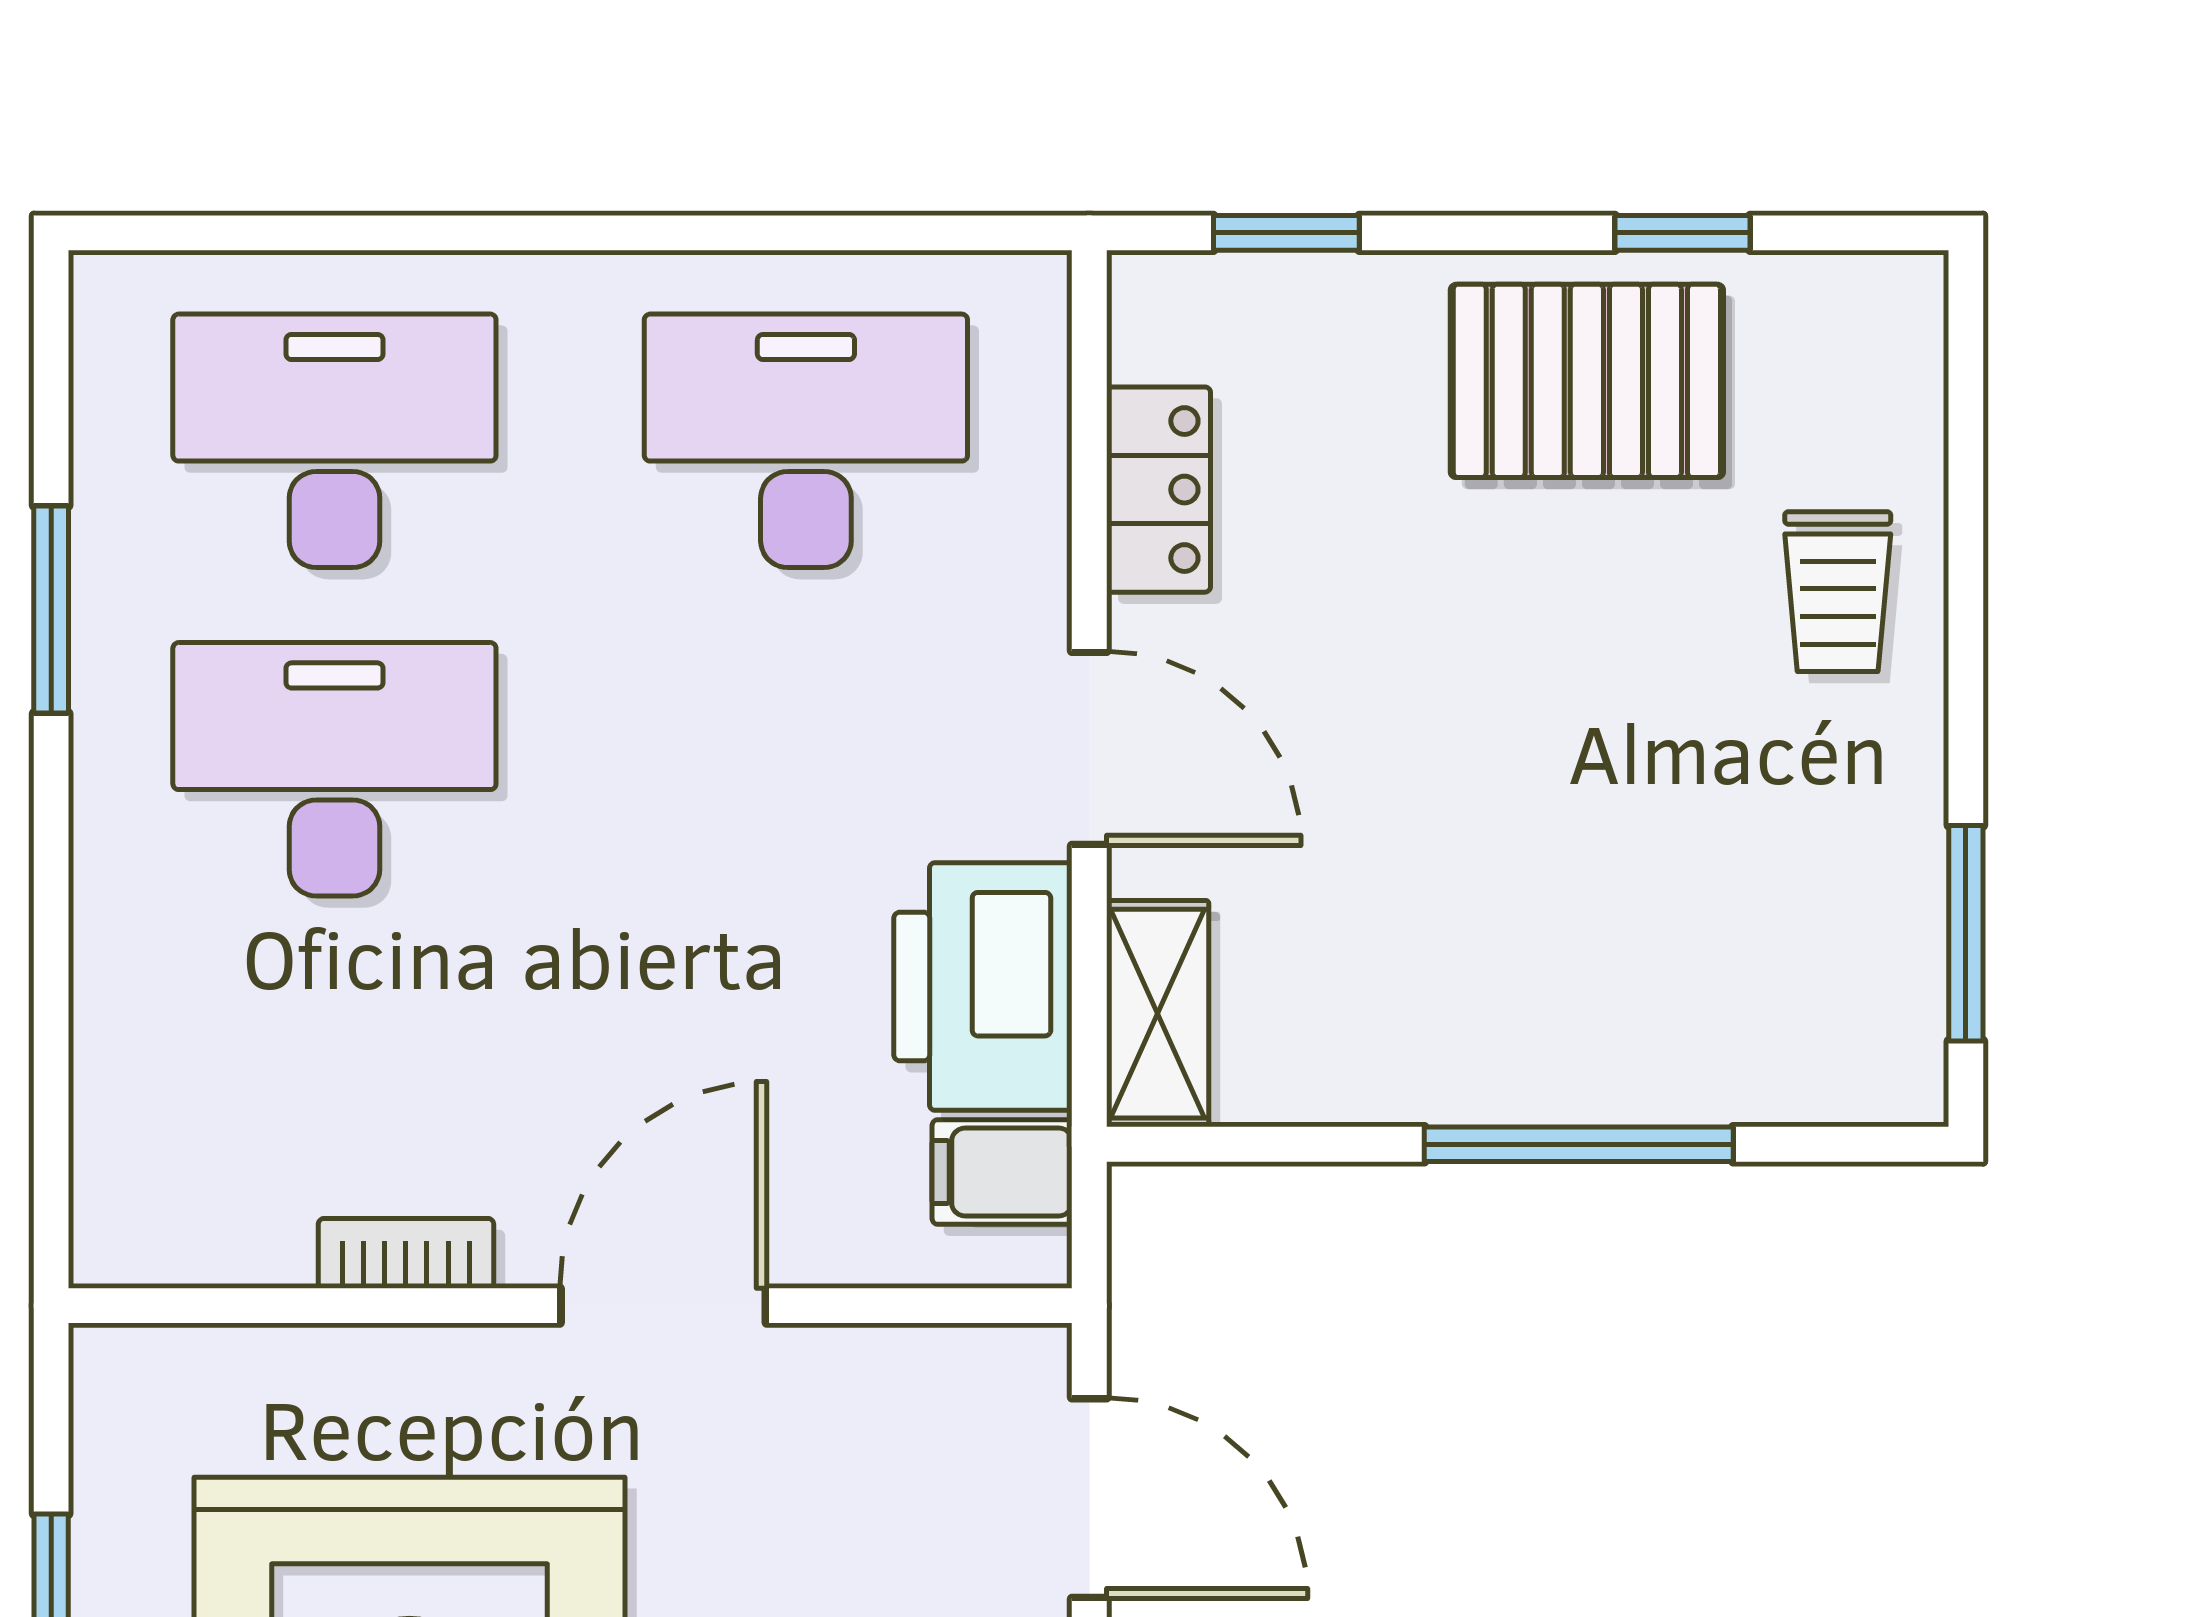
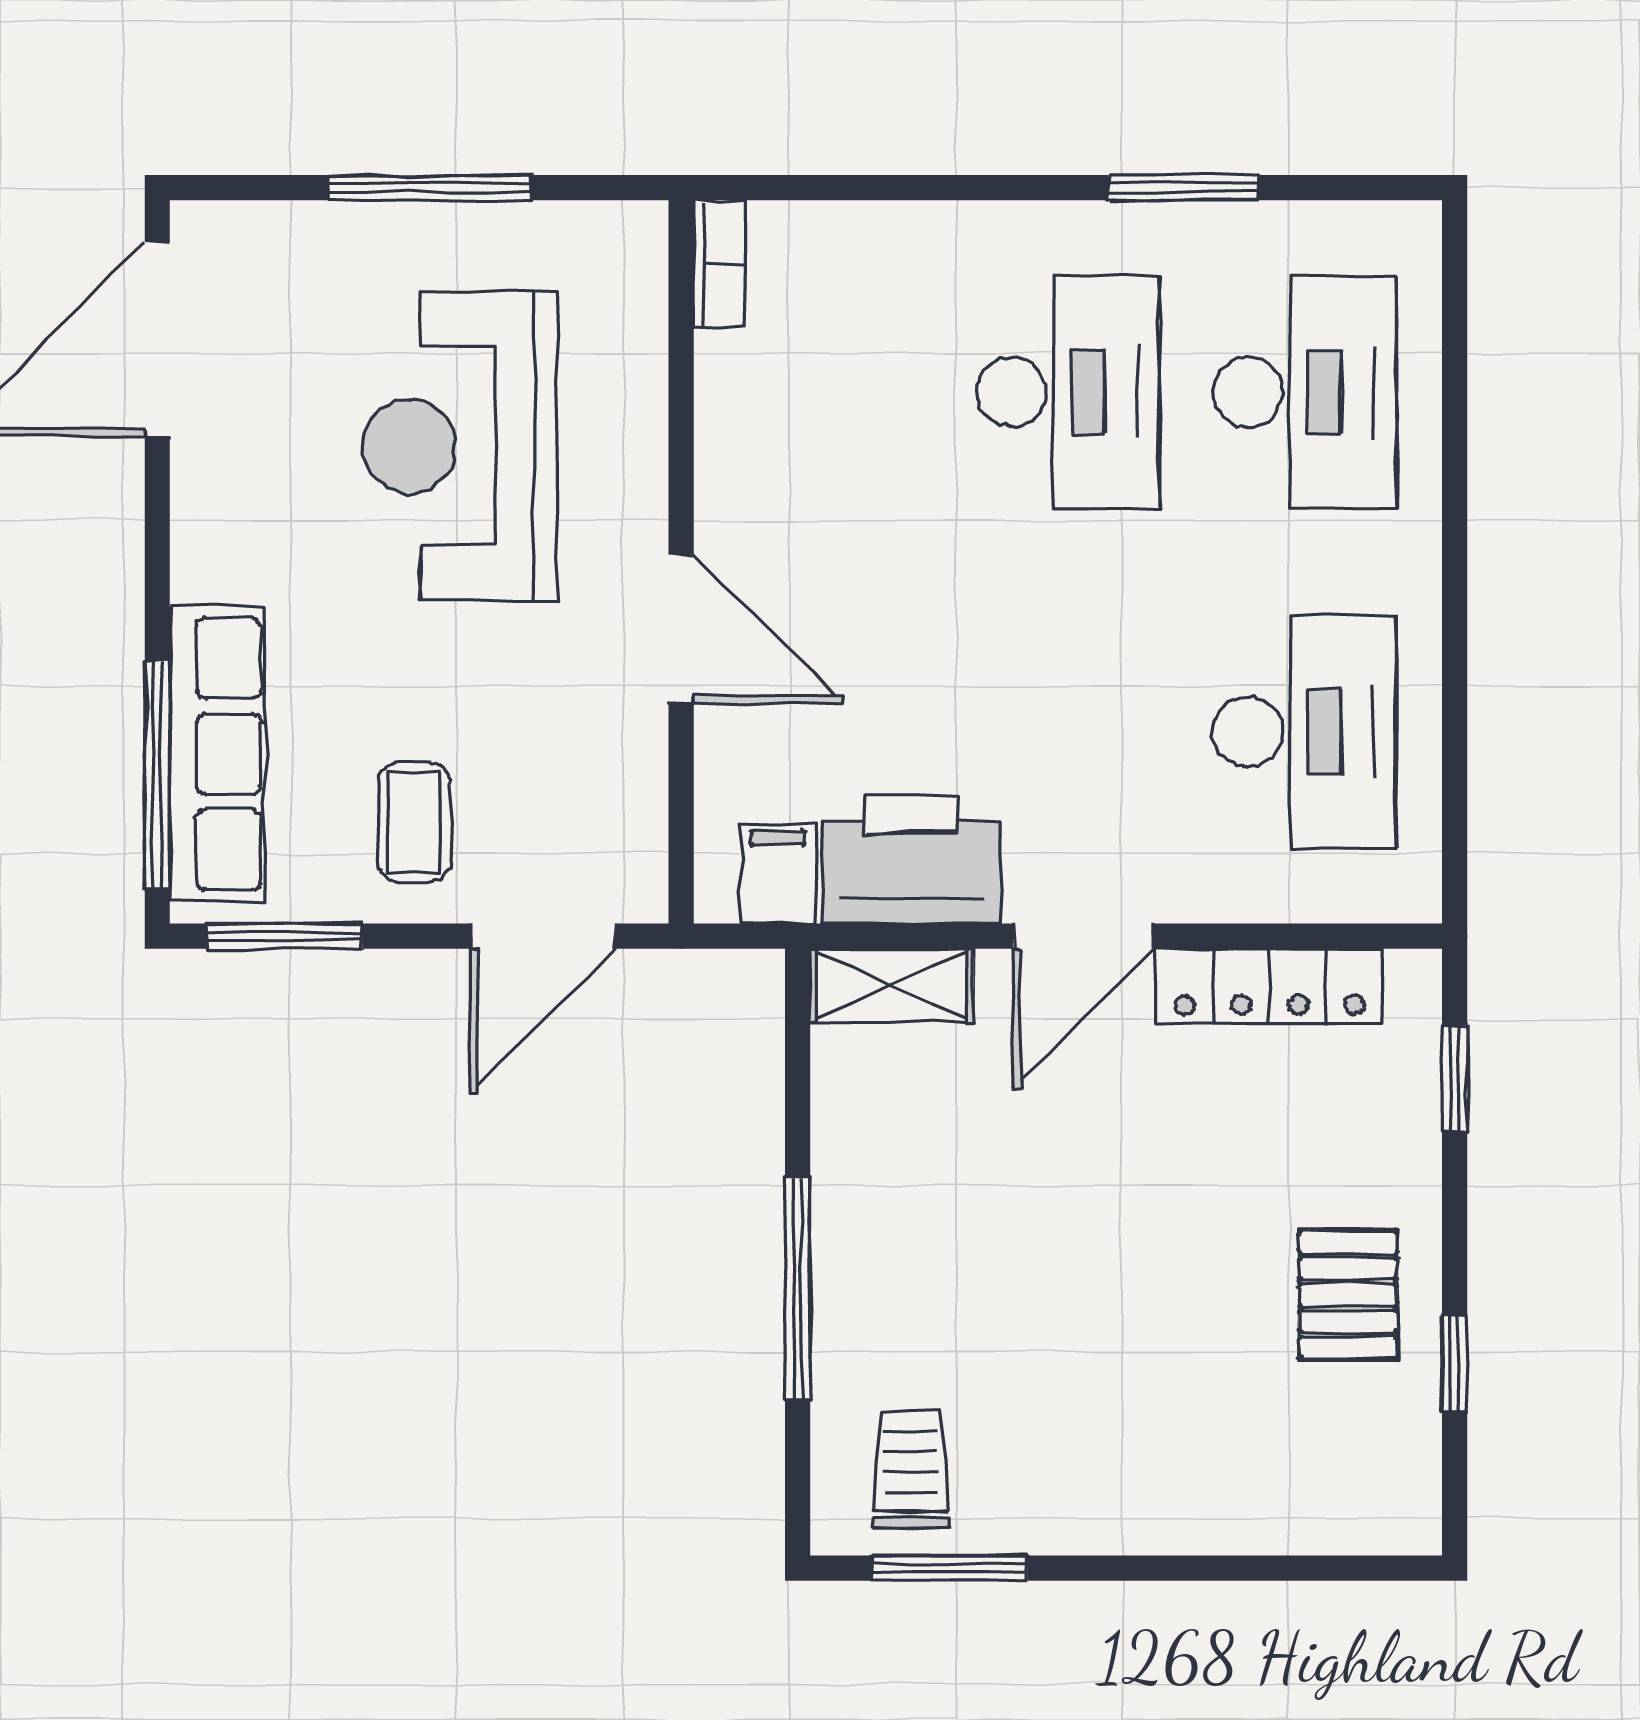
pallet: (1587, 381) -> (1348, 1295), width x0.67, depth x0.71
locker: (1158, 490) -> (1270, 986), width x1.53
trolley: (1838, 592) -> (911, 1469), moved, turned 90
bookcase: (406, 1253) -> (719, 263), moved

